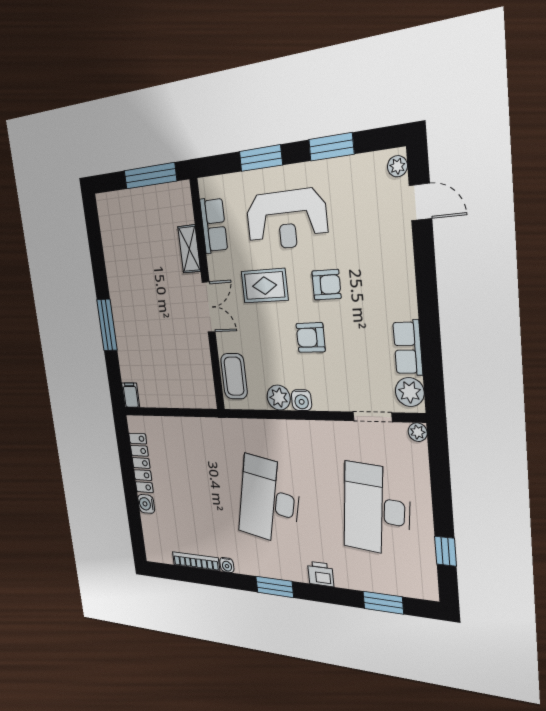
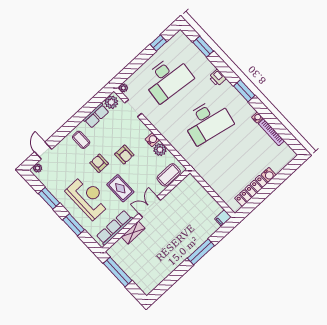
row of seats: (214, 225) -> (115, 228), width x1.48
coffee table: (387, 287) -> (81, 140), added

